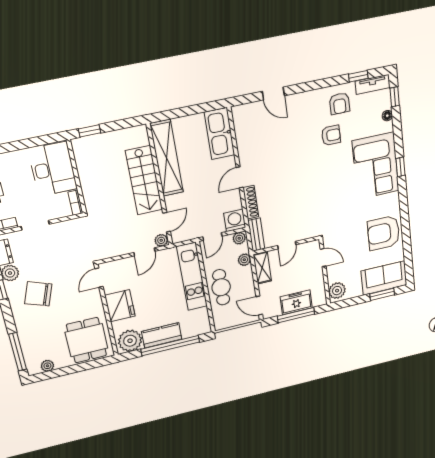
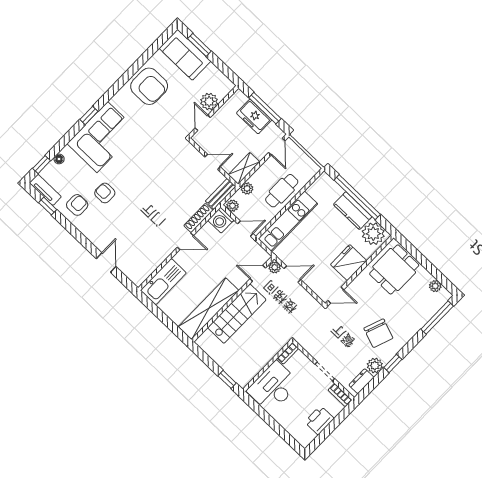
plant: (337, 291) -> (209, 101), moved

